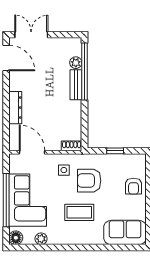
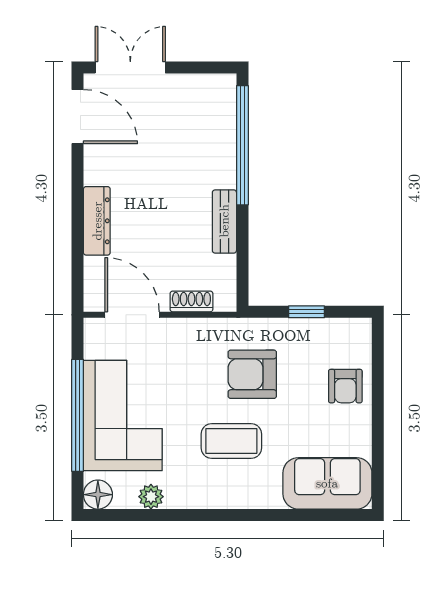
plant: (76, 63) -> (224, 126), removed
bench: (76, 85) -> (224, 221), moved
shoe rack: (72, 146) -> (191, 301), moved
side table: (64, 170) -> (199, 352), removed

